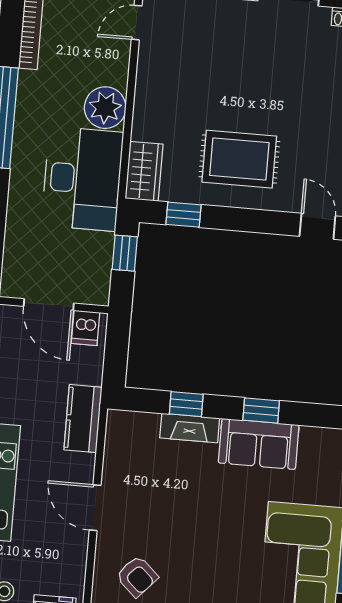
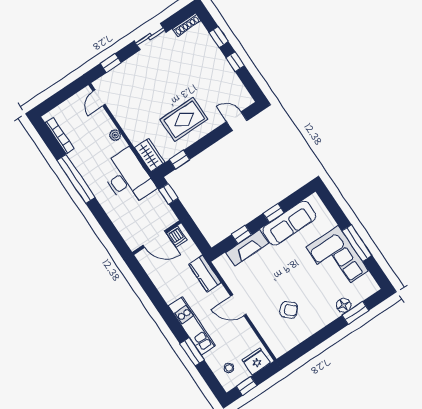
plant: (105, 108) -> (115, 135), width x0.53, depth x0.53
fireplace: (190, 428) -> (247, 248), width x1.37, depth x1.32
sofa: (259, 444) -> (289, 223), width x1.36
armchair: (137, 576) -> (289, 310), moved

